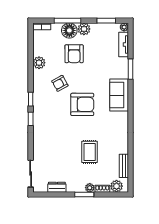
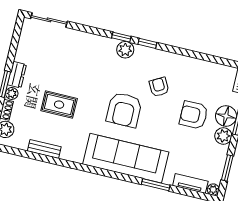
plant: (39, 63) -> (125, 50), moved
sofa: (119, 95) -> (126, 158), width x1.85, depth x1.27
bench: (124, 166) -> (44, 149), moved
dresser: (57, 187) -> (17, 75), moved

